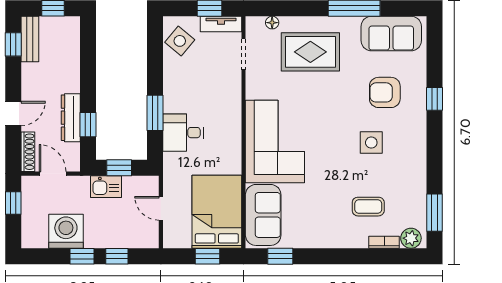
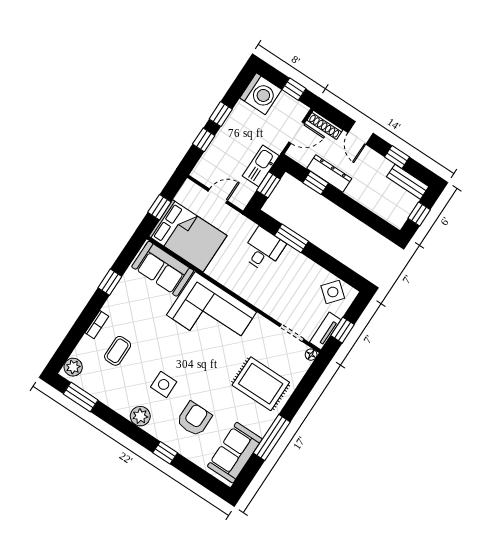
floor lamp: (272, 23) -> (311, 355), moved
window: (13, 44) -> (397, 157), moved
rug: (310, 52) -> (261, 384), turned 90
plant: (415, 145) -> (140, 416), added
kitchen sink: (106, 187) -> (261, 166), width x1.38
washing machine: (66, 231) -> (261, 94), moved
bookcase: (384, 242) -> (97, 325), moved
window: (280, 256) -> (110, 282), moved

